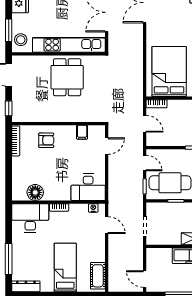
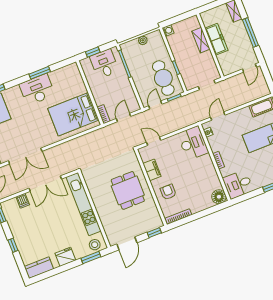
dining table: (67, 77) -> (128, 190), moved, turned 90
filing cabinet: (82, 132) -> (152, 170), width x2.00
floor lamp: (35, 192) -> (219, 197), moved
desk: (30, 218) -> (238, 184), width x0.73

